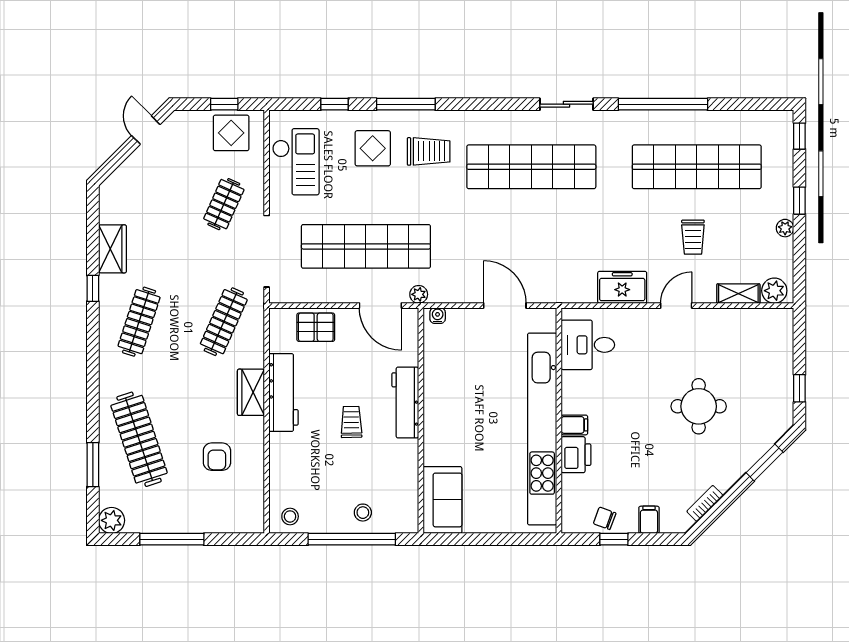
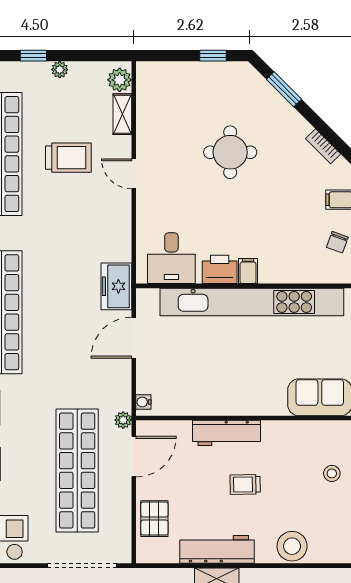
trolley: (693, 237) -> (68, 158), width x1.36, depth x1.39
freezer: (622, 287) -> (116, 286), moved
printer: (576, 455) -> (220, 269), moved
stool: (290, 516) -> (292, 546), moved, width x1.89, depth x1.89

